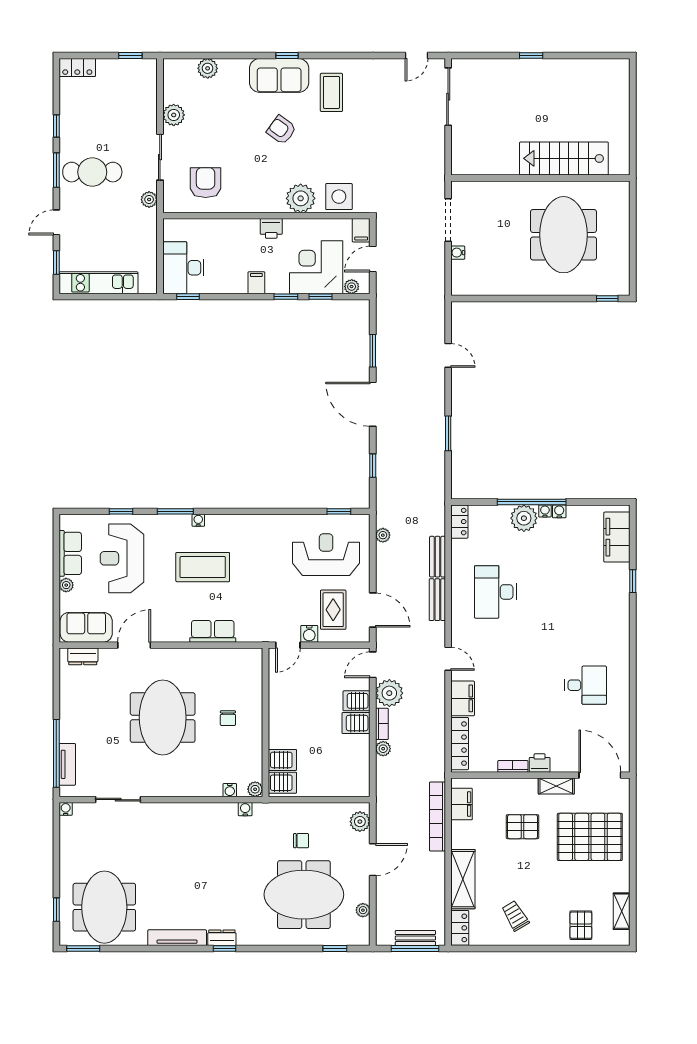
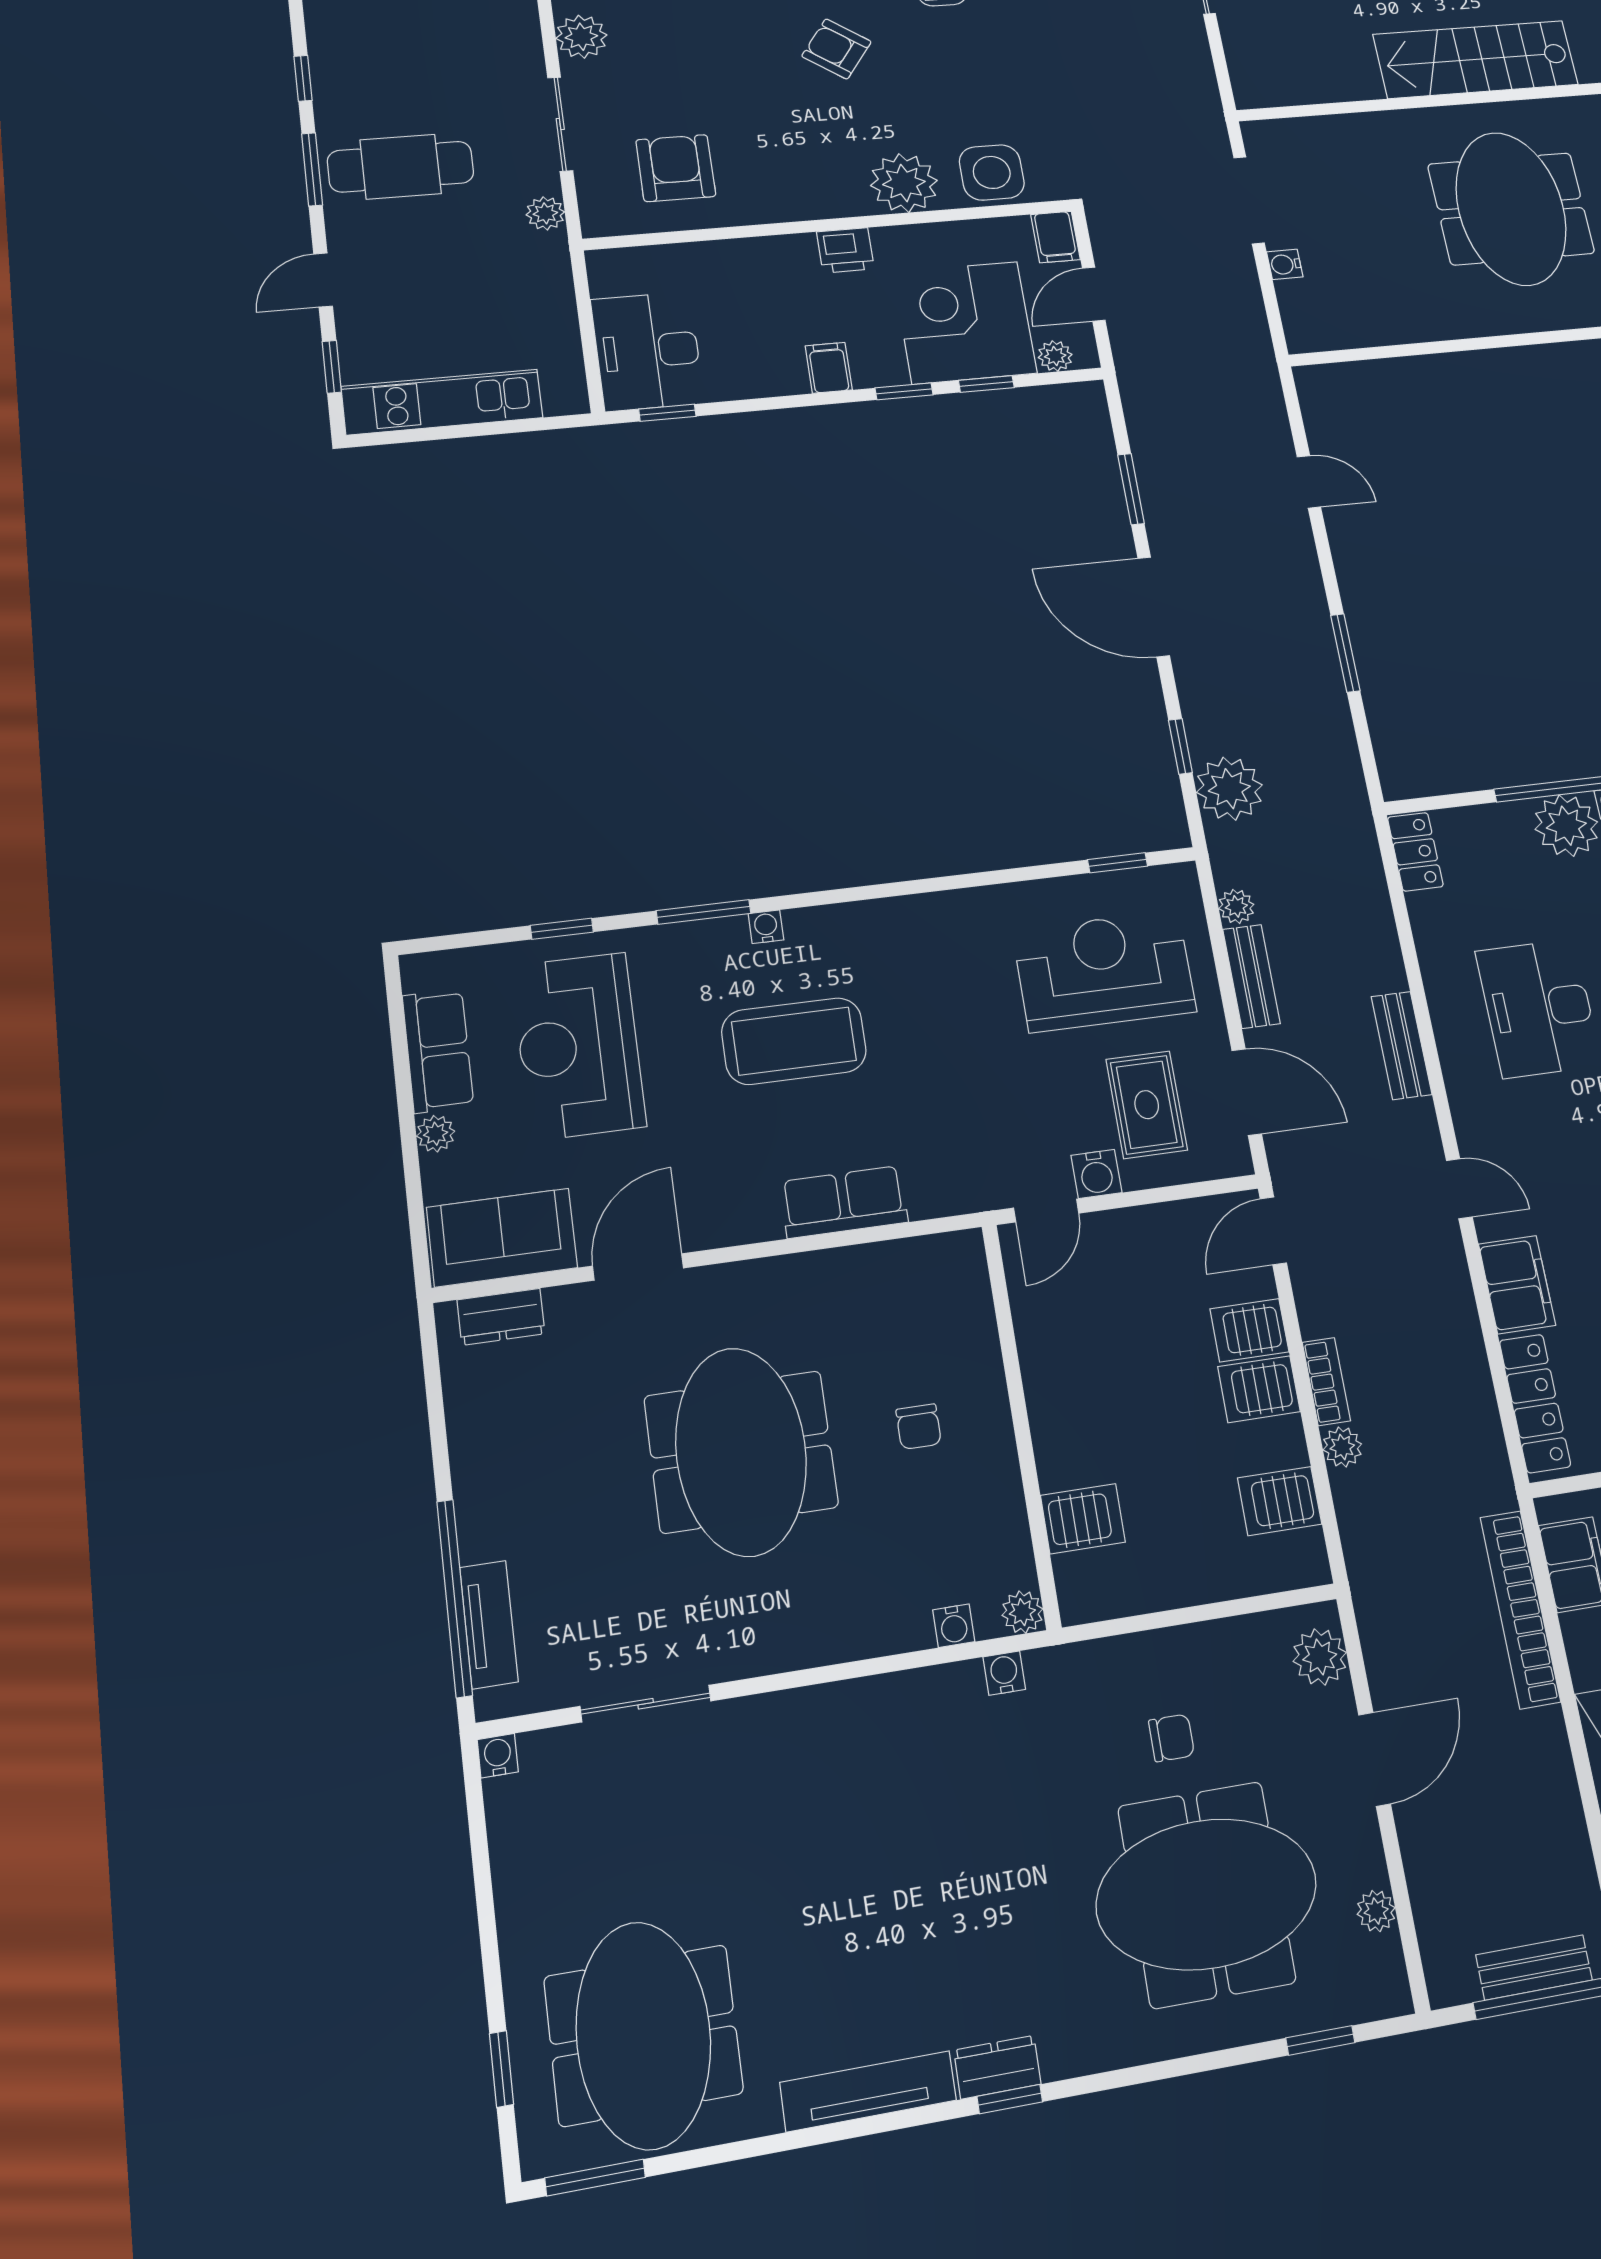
bench: (438, 557) -> (1251, 976), moved
plant: (389, 693) -> (1229, 789), moved
server rack: (282, 783) -> (1280, 1501), moved, turned 180

